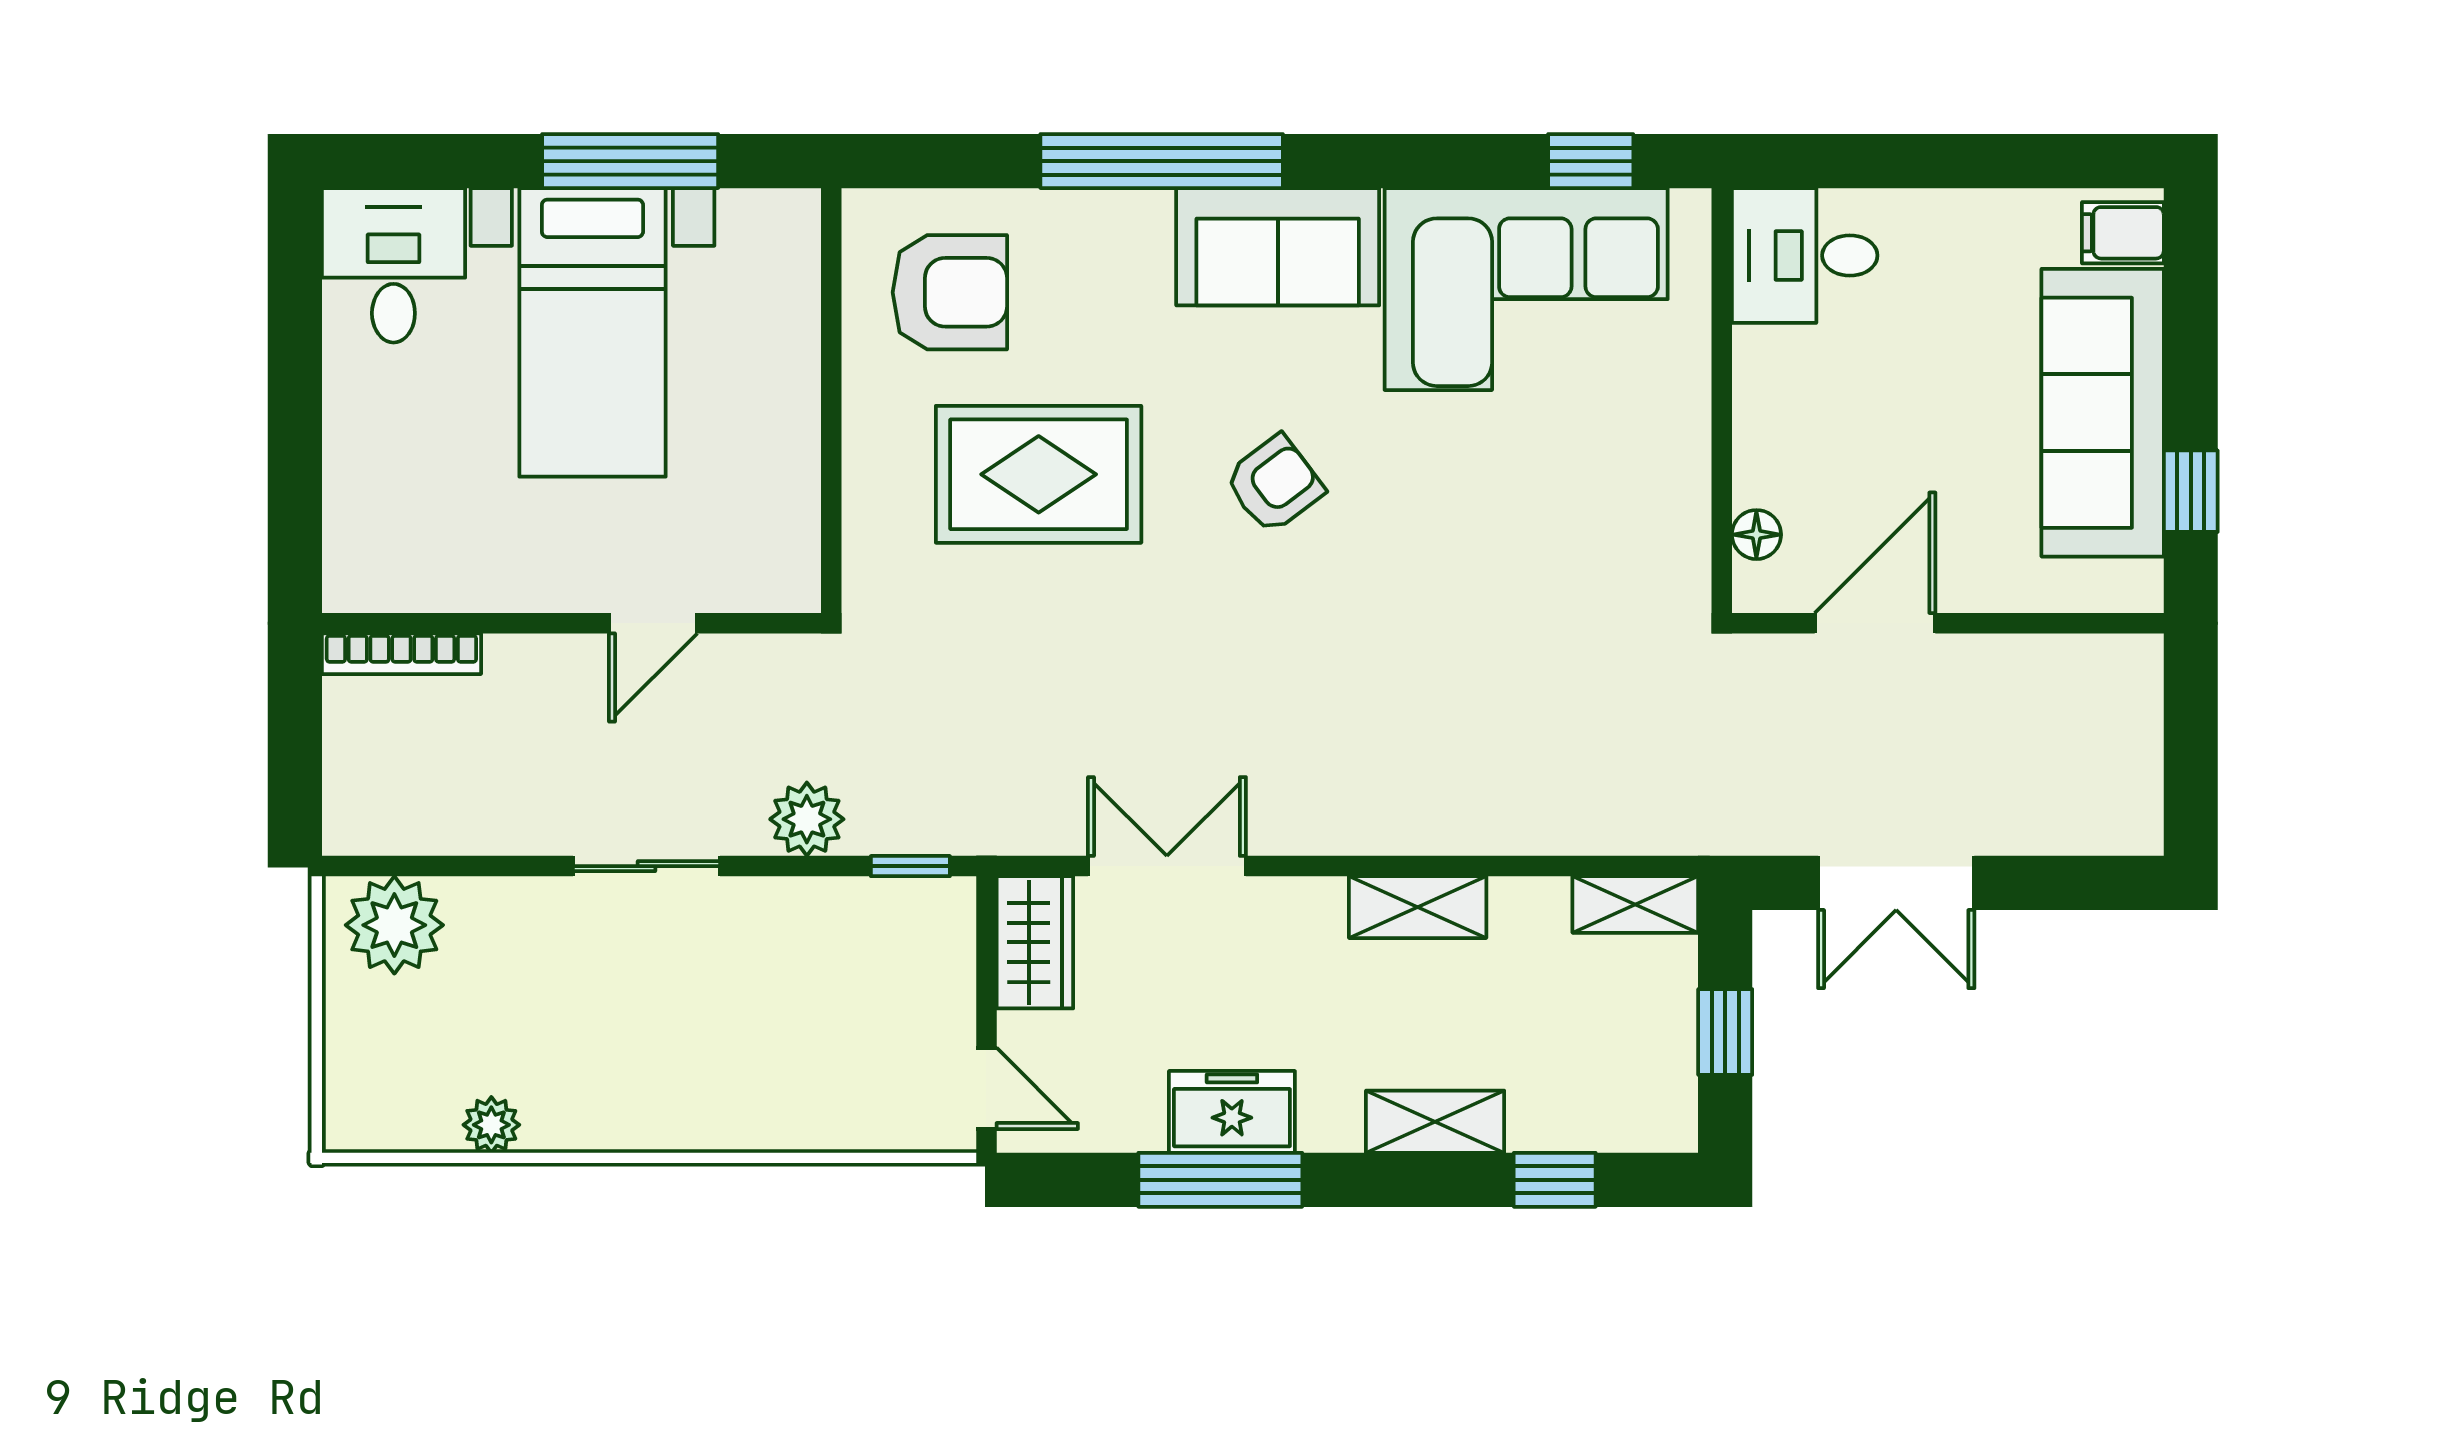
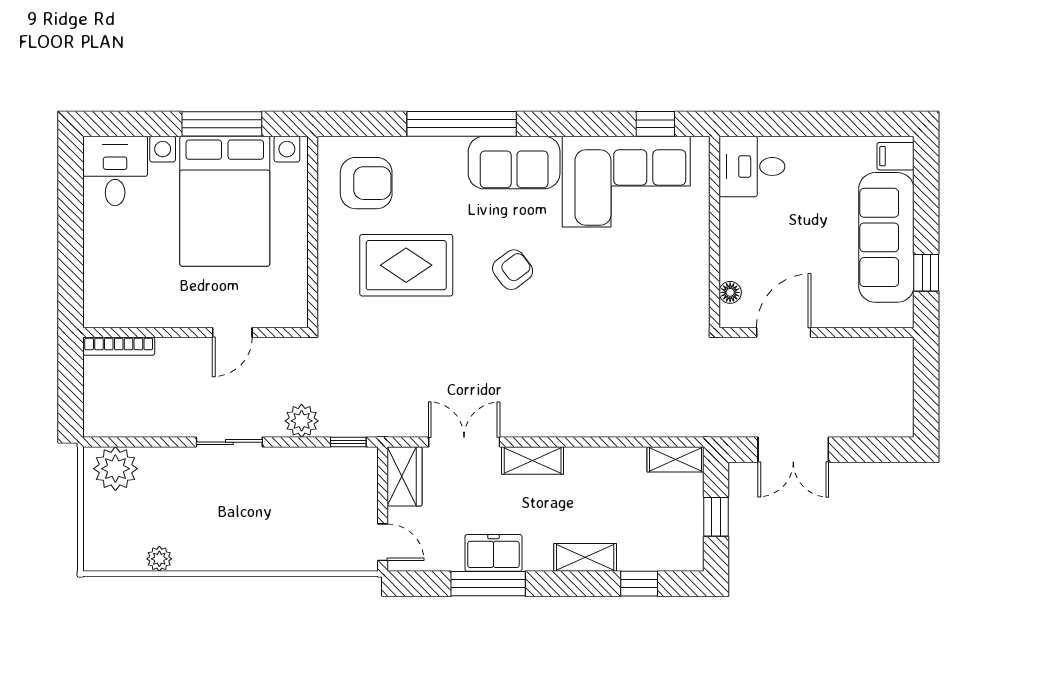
bed with nightstands: (592, 332) -> (225, 201), width x1.36
shelving: (1418, 907) -> (533, 461), moved

